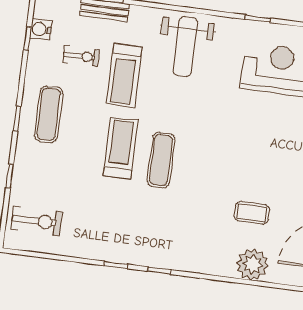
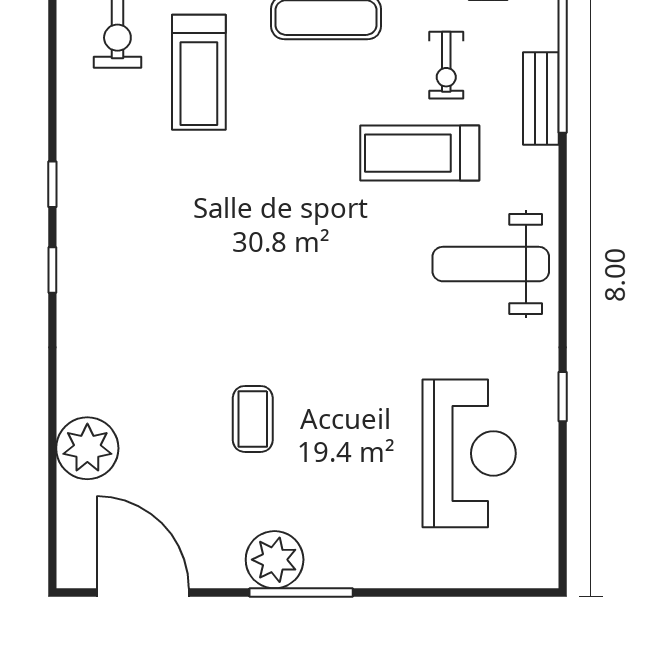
treadmill: (121, 148) -> (199, 72), moved, turned 90
exercise mat: (161, 160) -> (266, 246), removed
coffee table: (252, 213) -> (253, 419), moved

